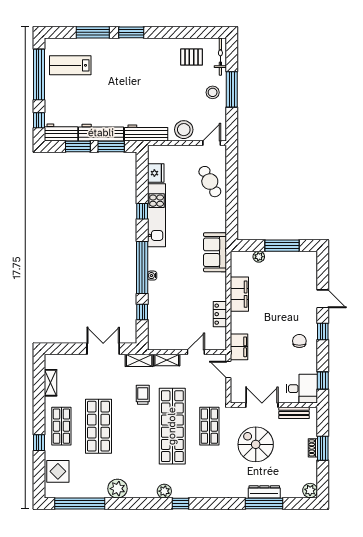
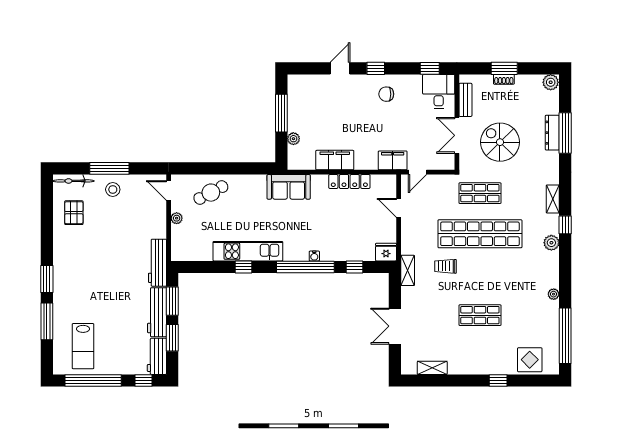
stool: (184, 130) -> (154, 221), removed
plant: (187, 150) -> (177, 218), added
fridge: (156, 173) -> (386, 252), moved
locker: (220, 314) -> (349, 181), width x1.53
double door: (103, 349) -> (395, 326), moved
shelving: (167, 360) -> (553, 199), moved
shop shelf: (61, 426) -> (480, 356), removed
shop shelf: (98, 426) -> (480, 315), width x0.70, depth x0.74
spiral stairs: (256, 444) -> (500, 142), turned 90
plant: (117, 489) -> (554, 294), width x0.53, depth x0.53

